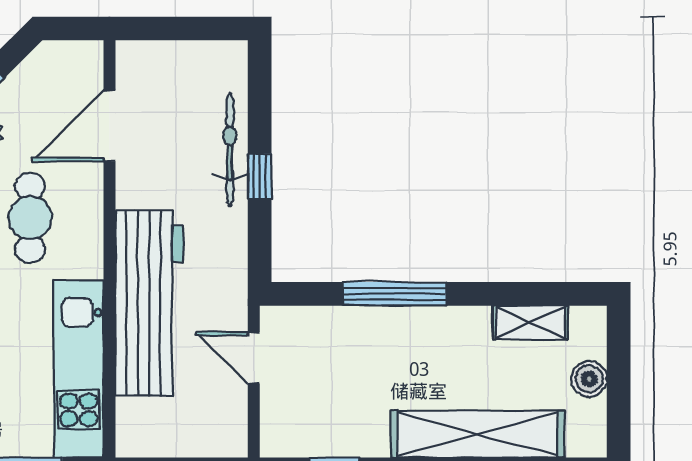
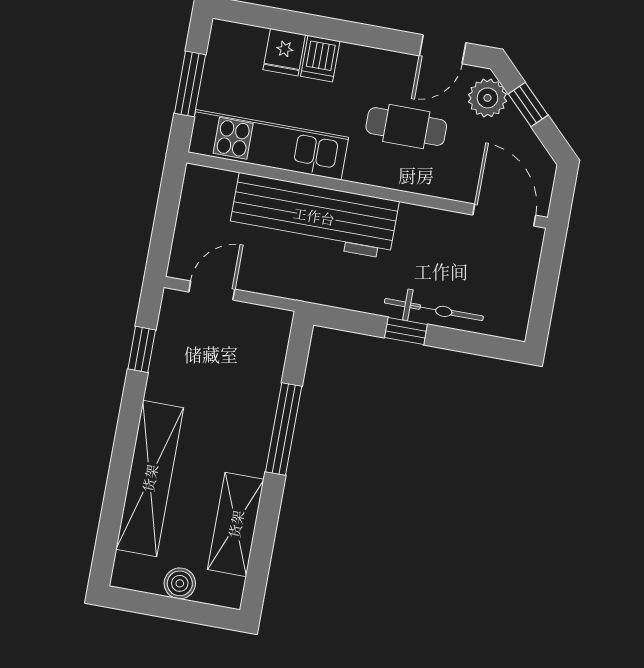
door: (109, 126) -> (504, 215), moved
shelving: (530, 323) -> (236, 524), width x1.50, depth x1.33
door: (254, 358) -> (212, 291), moved

